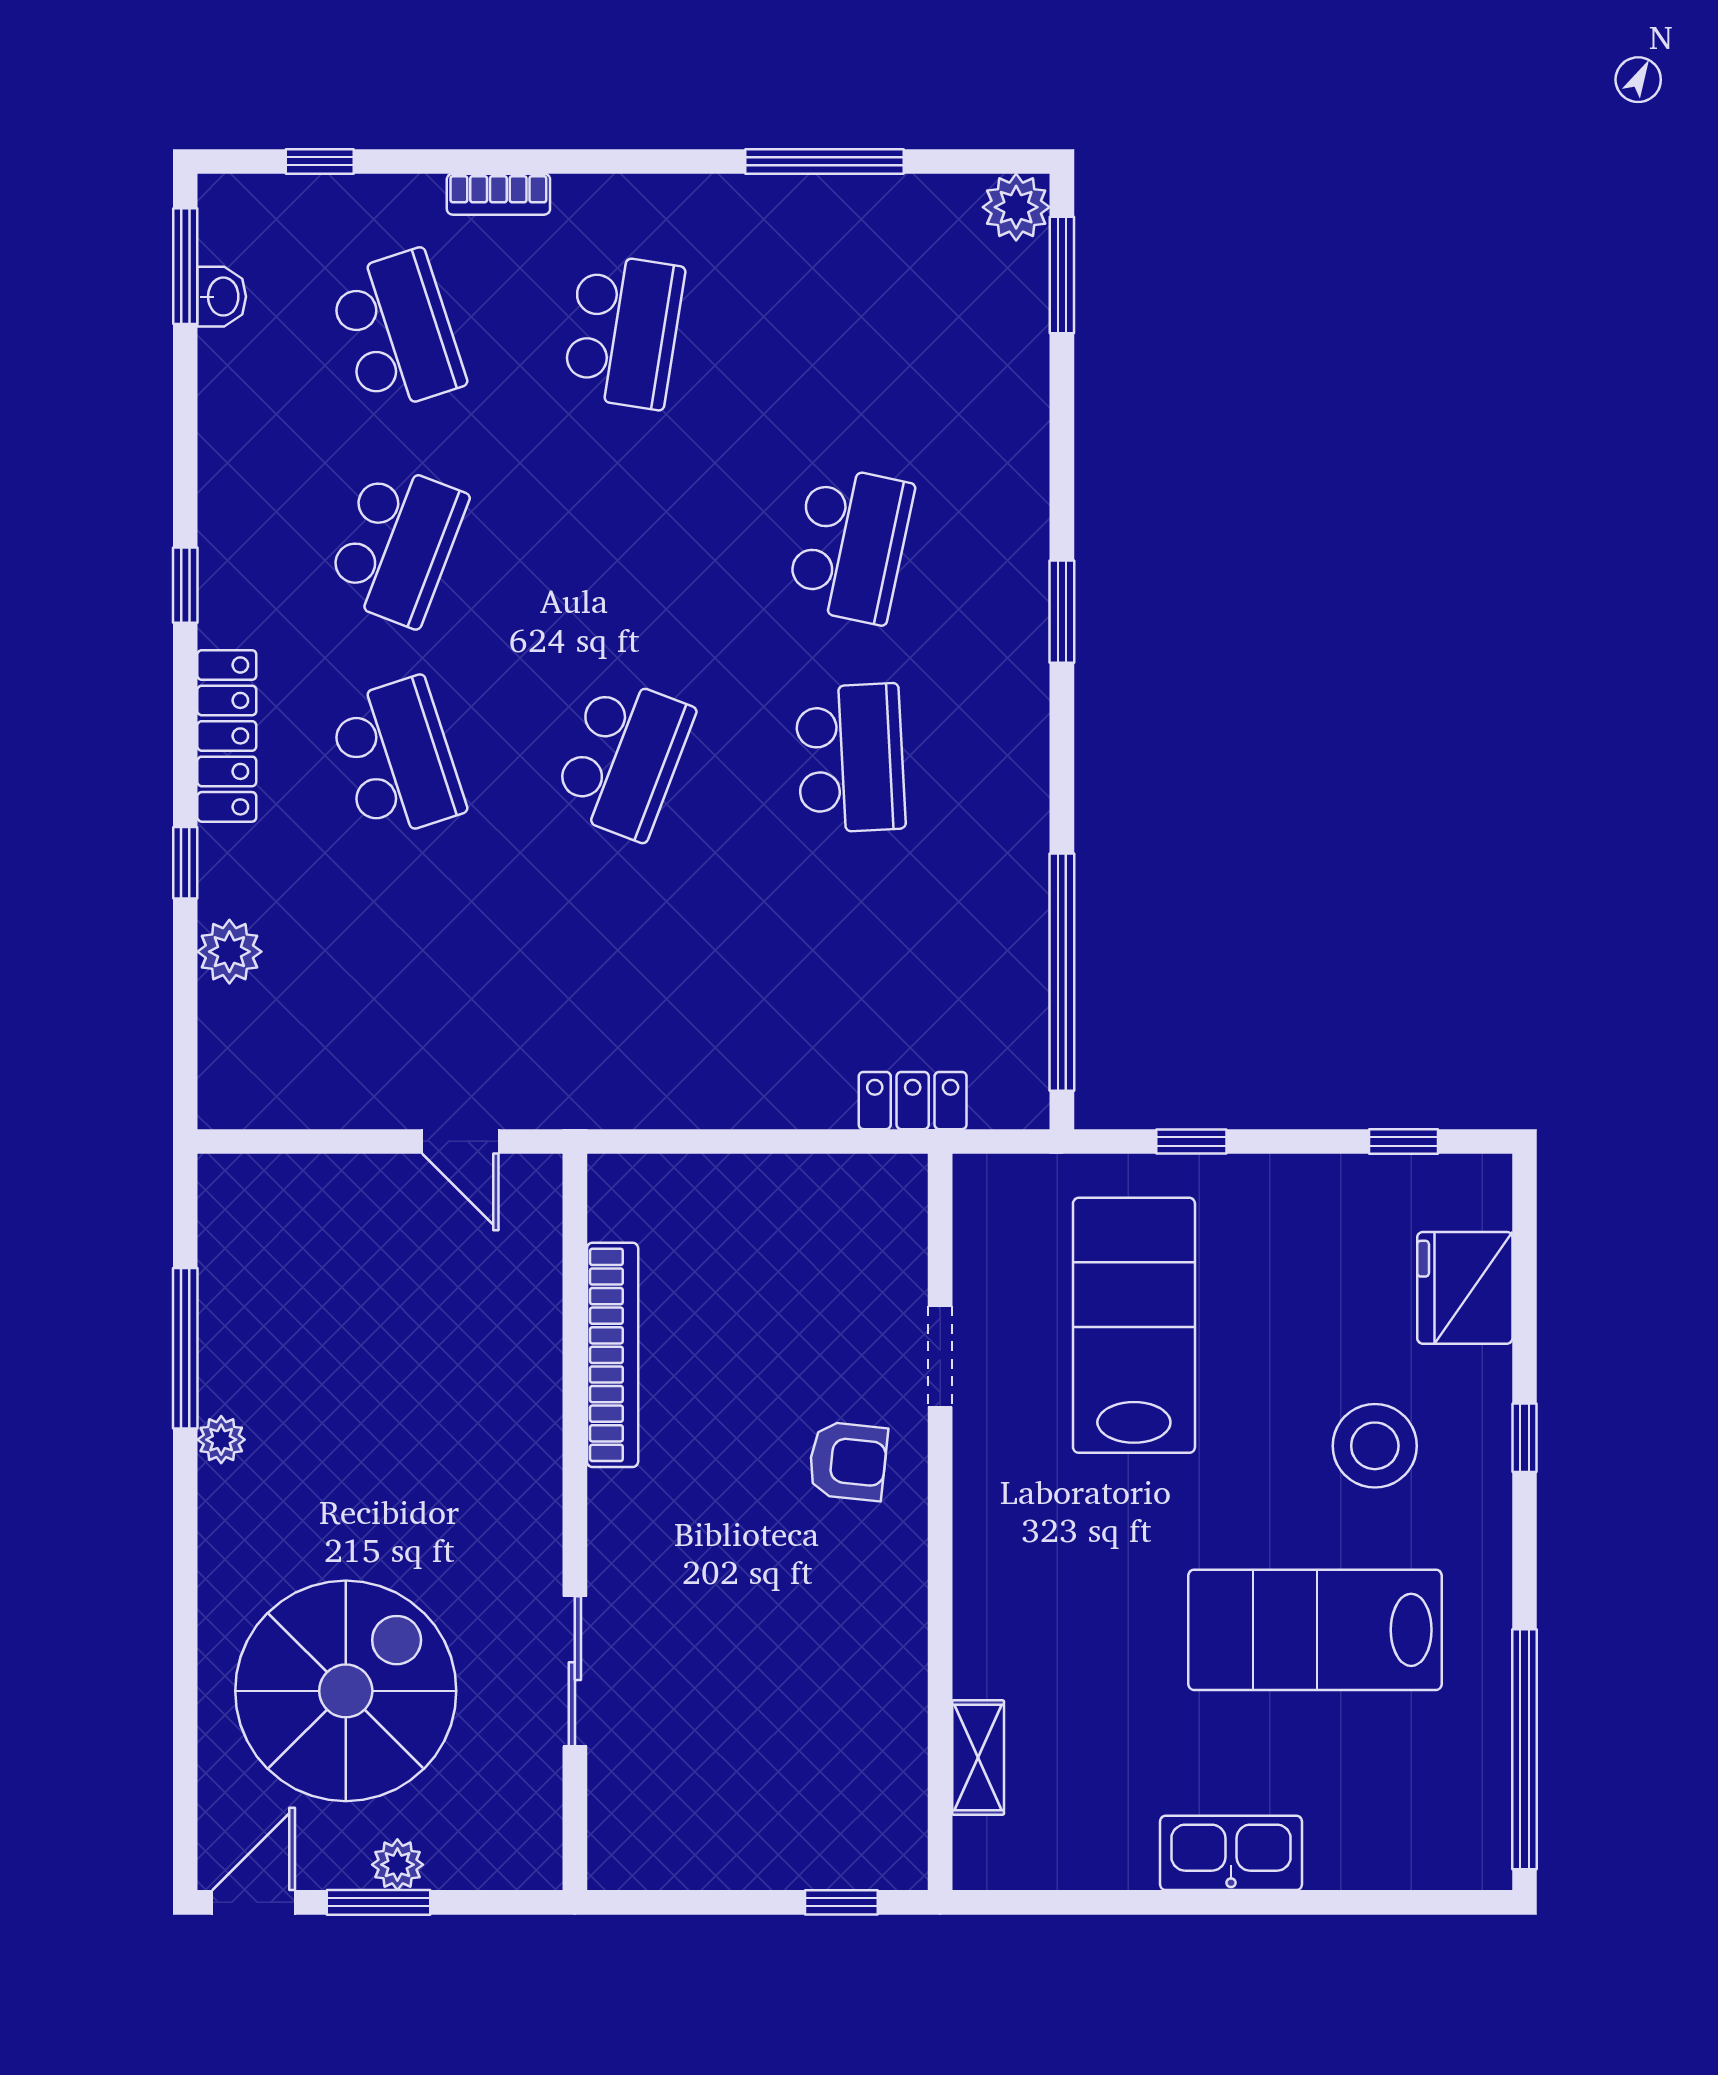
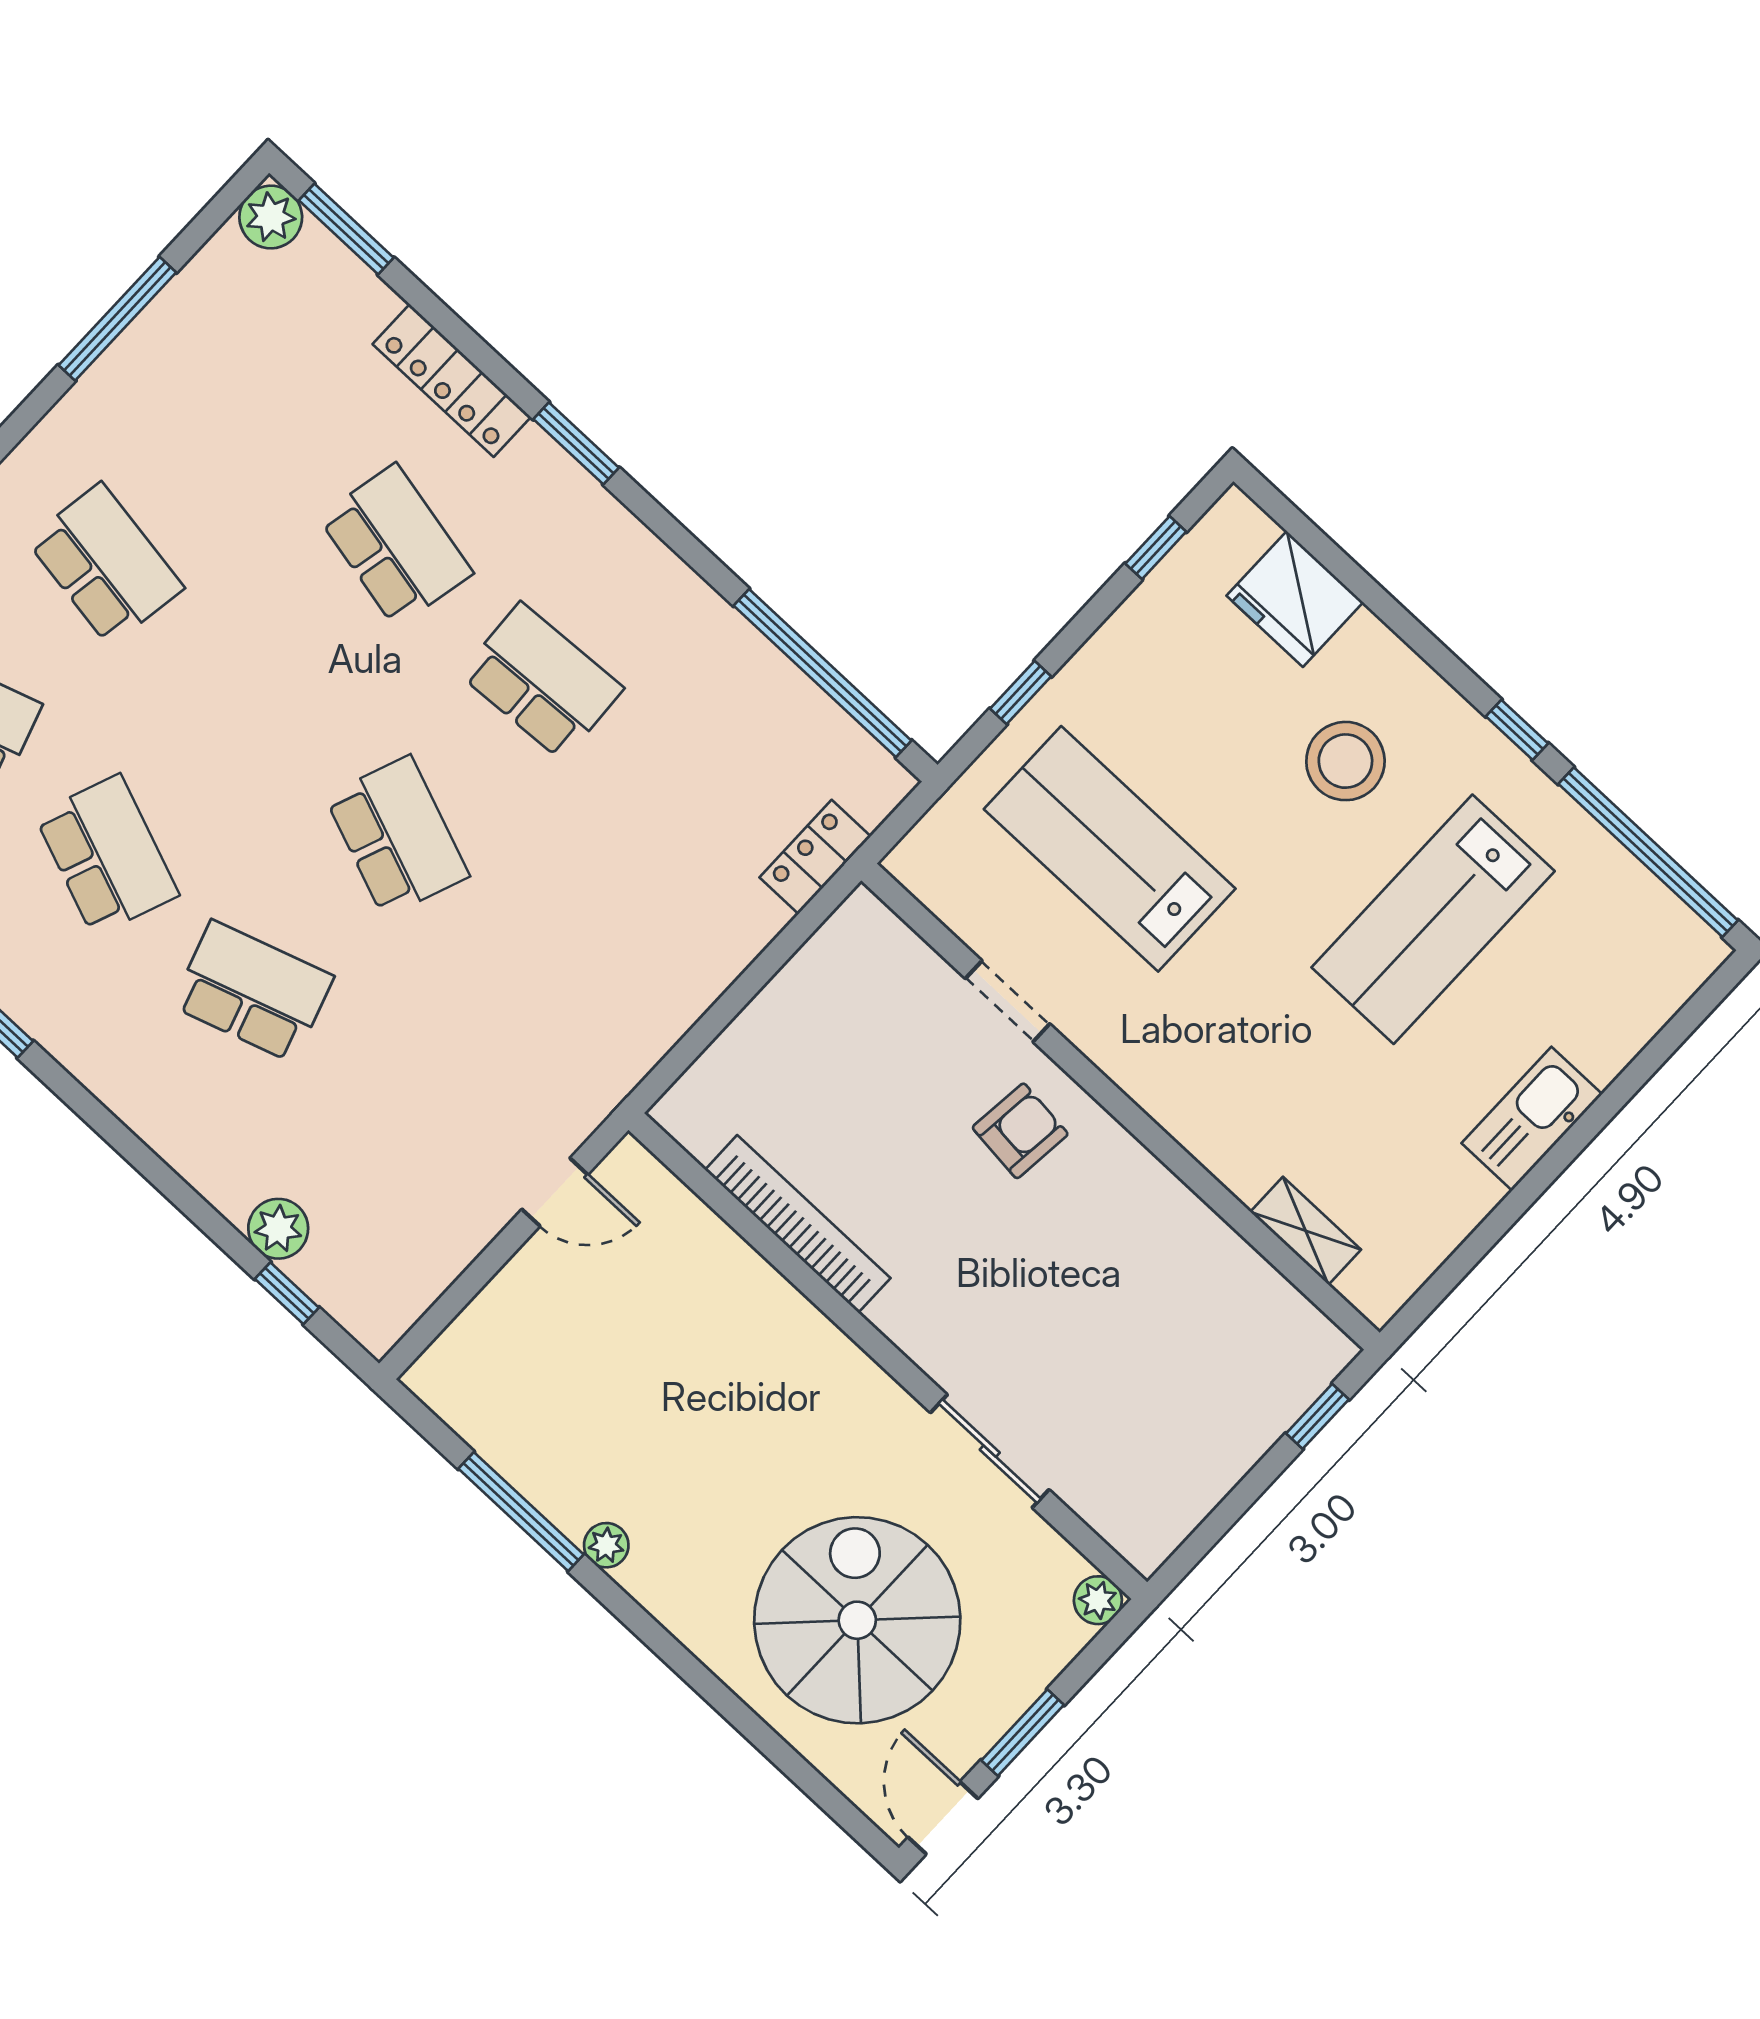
locker: (227, 736) -> (452, 381), moved, turned 180
window: (185, 863) -> (287, 1293), moved
window: (1524, 1438) -> (1517, 730), moved
plant: (397, 1865) -> (1098, 1600), moved

